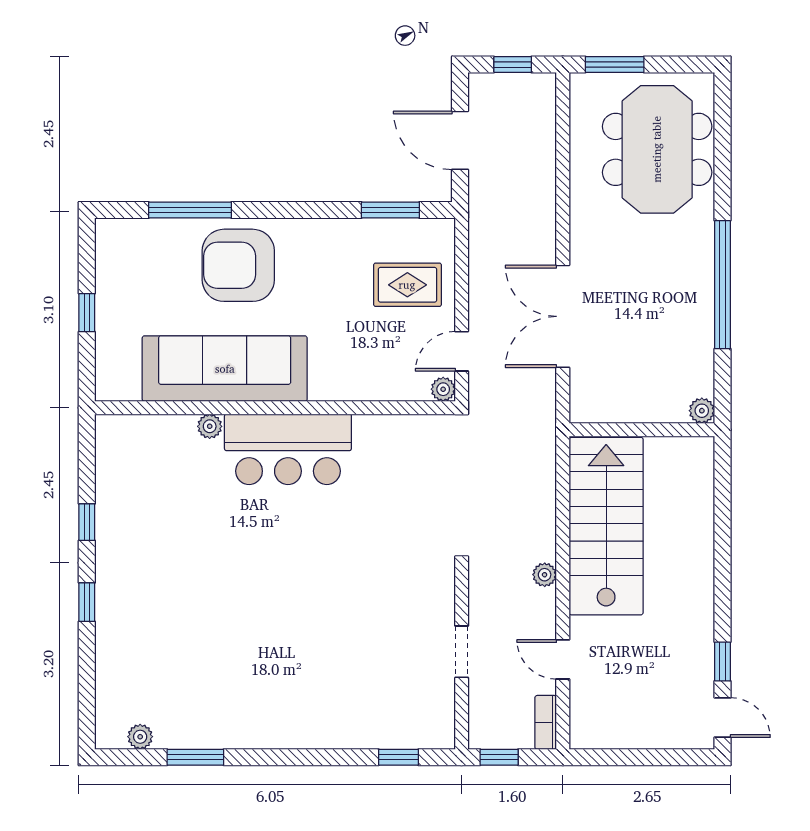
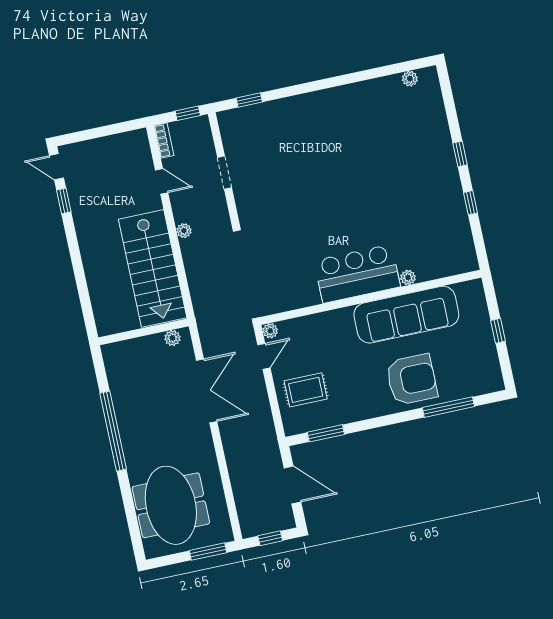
plant: (702, 411) -> (172, 338), moved
window: (195, 757) -> (373, 73), removed

